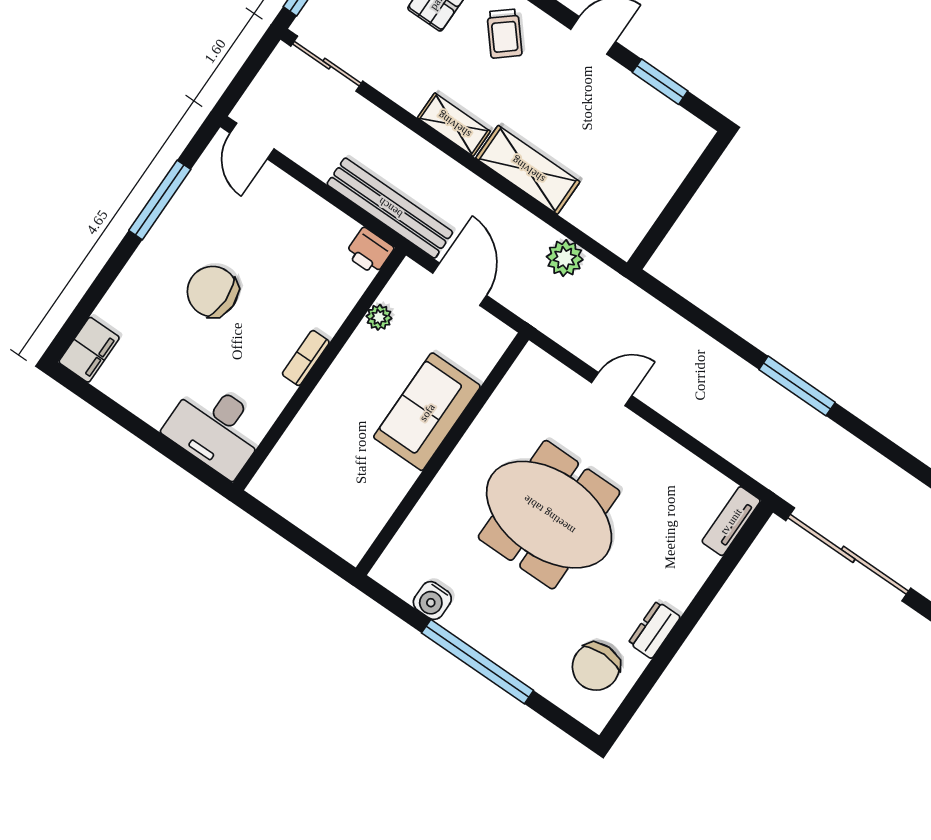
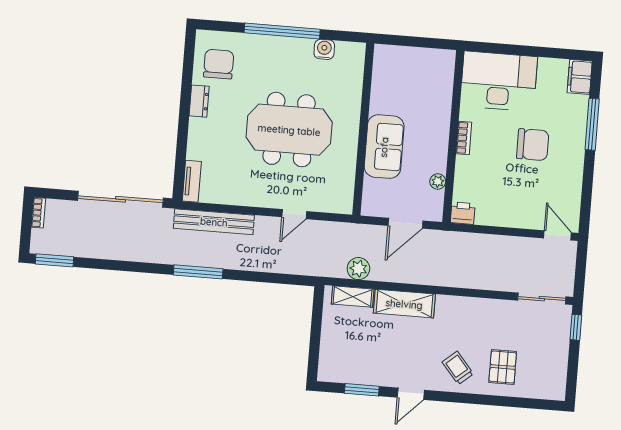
shelving: (454, 125) -> (353, 297), moved
window: (160, 200) -> (592, 124), moved
bench: (390, 208) -> (214, 222), moved
door: (460, 284) -> (405, 223), hinge flipped
desk: (216, 428) -> (499, 81), width x1.36, depth x1.30

